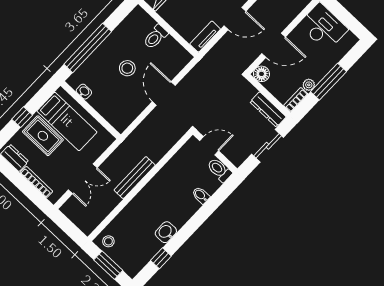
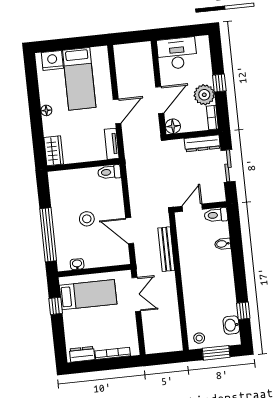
toilet: (155, 37) -> (109, 172), moved, turned 90
window: (328, 82) -> (219, 83), width x0.46
plant: (309, 85) -> (204, 95), width x1.88, depth x1.88
door: (164, 94) -> (130, 231), moved
window: (22, 117) -> (56, 306), moved
rug: (43, 136) -> (84, 320), removed
bench: (135, 178) -> (166, 249), moved
double door: (83, 179) -> (136, 294), moved
washbasin: (166, 232) -> (231, 325), moved

